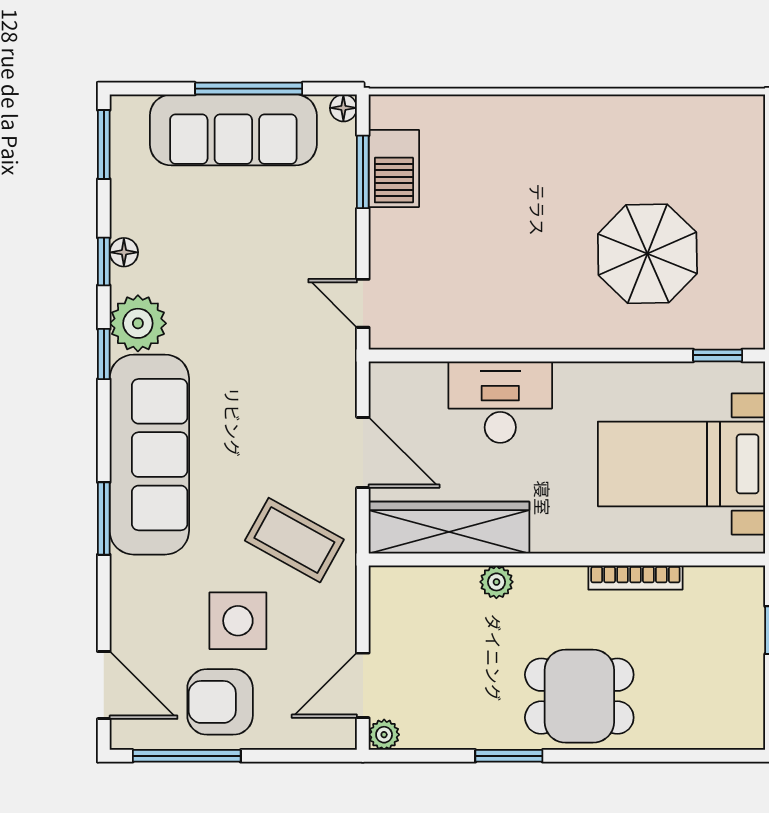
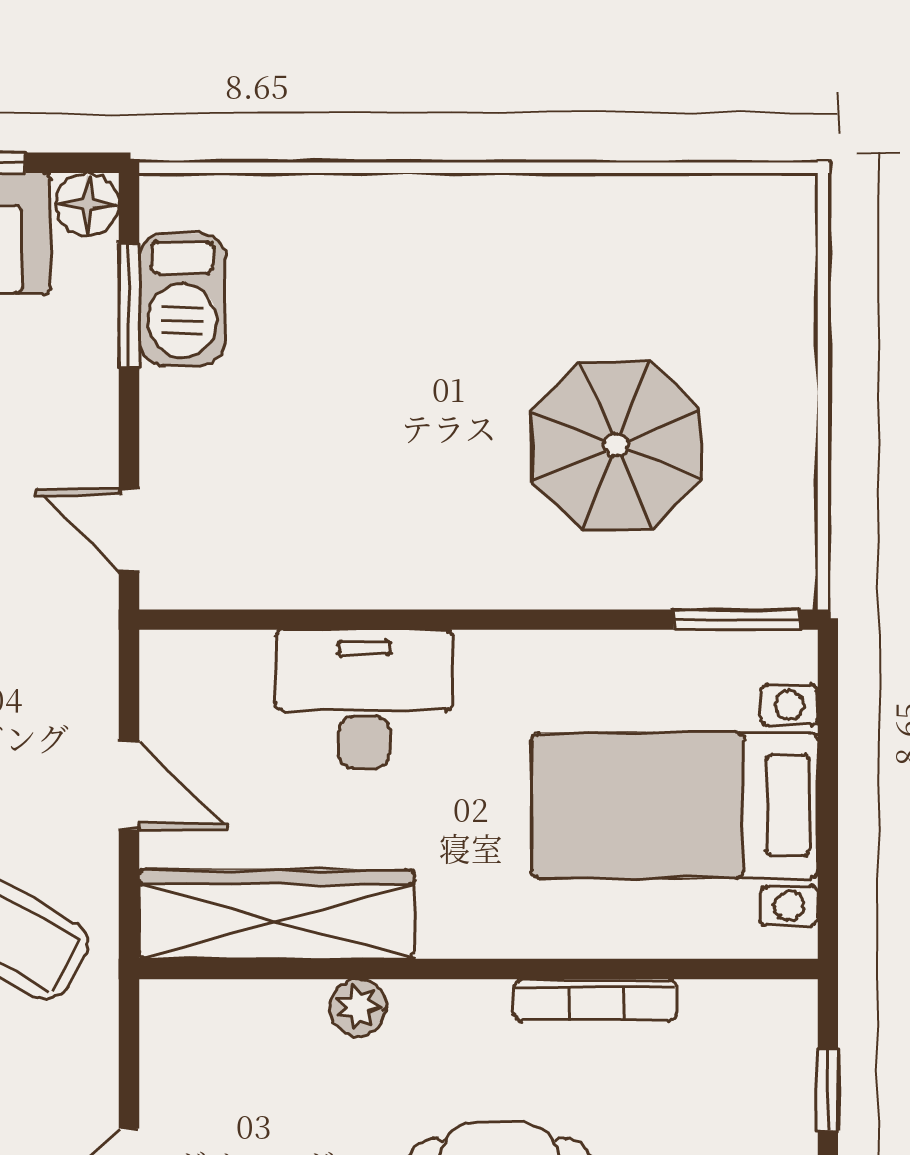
floor lamp: (343, 108) -> (87, 204), width x1.37, depth x1.37
window: (718, 355) -> (737, 620), width x1.50
door: (363, 452) -> (129, 786), width x0.73

